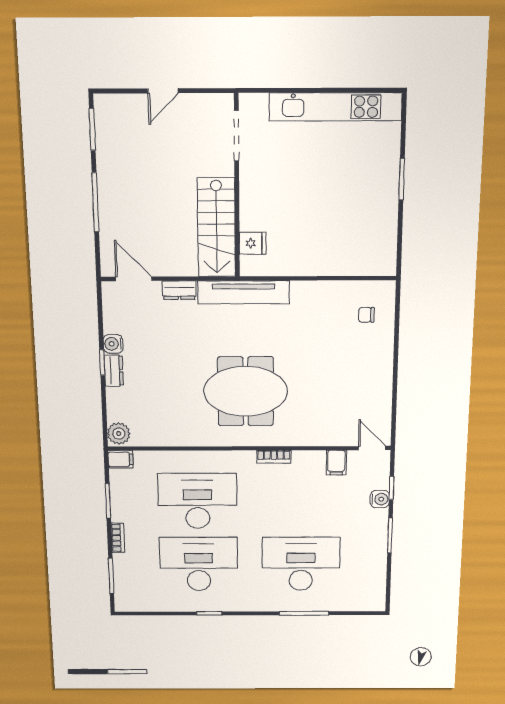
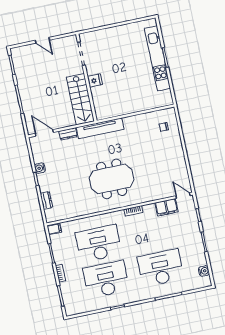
door: (163, 91) -> (42, 40), hinge flipped
kitchen unit: (336, 107) -> (157, 58), moved, turned 90
fridge: (253, 243) -> (95, 80), moved
dresser: (114, 371) -> (46, 200), moved
plant: (119, 434) -> (51, 215), removed
filing cabinet: (336, 463) -> (166, 207), width x2.00
water cooler: (380, 499) -> (204, 271), moved

